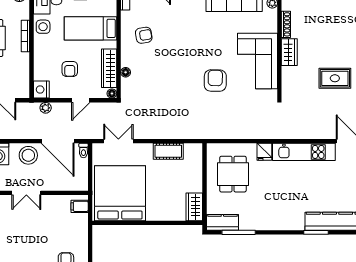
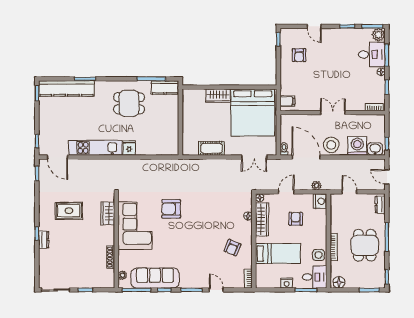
armchair: (144, 35) -> (232, 248), turned -57
wardrobe: (289, 52) -> (108, 213), moved
armchair: (215, 81) -> (171, 209), turned 89
dining table: (233, 174) -> (129, 103), moved, turned 90
wardrobe: (194, 207) -> (218, 96), moved, turned 90

